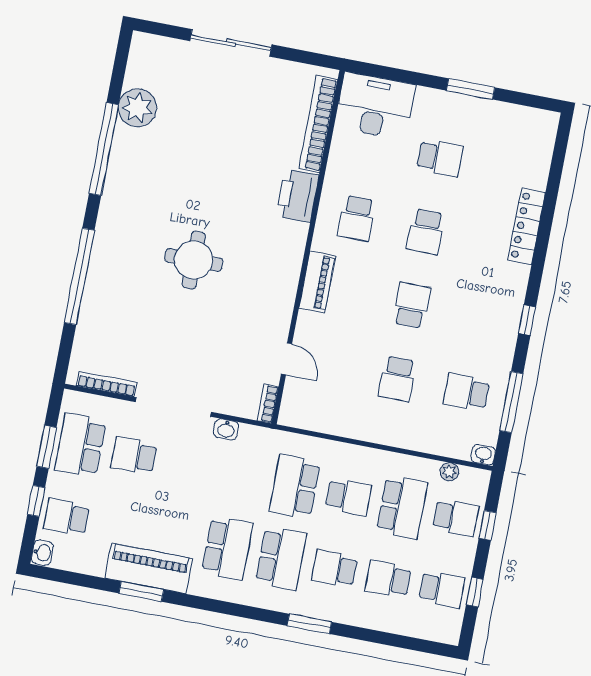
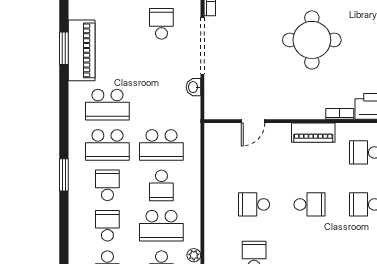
round table: (194, 260) -> (312, 40), width x1.36, depth x1.36
bookcase: (268, 404) -> (340, 114), moved
school desk: (295, 487) -> (161, 145), turned 180

